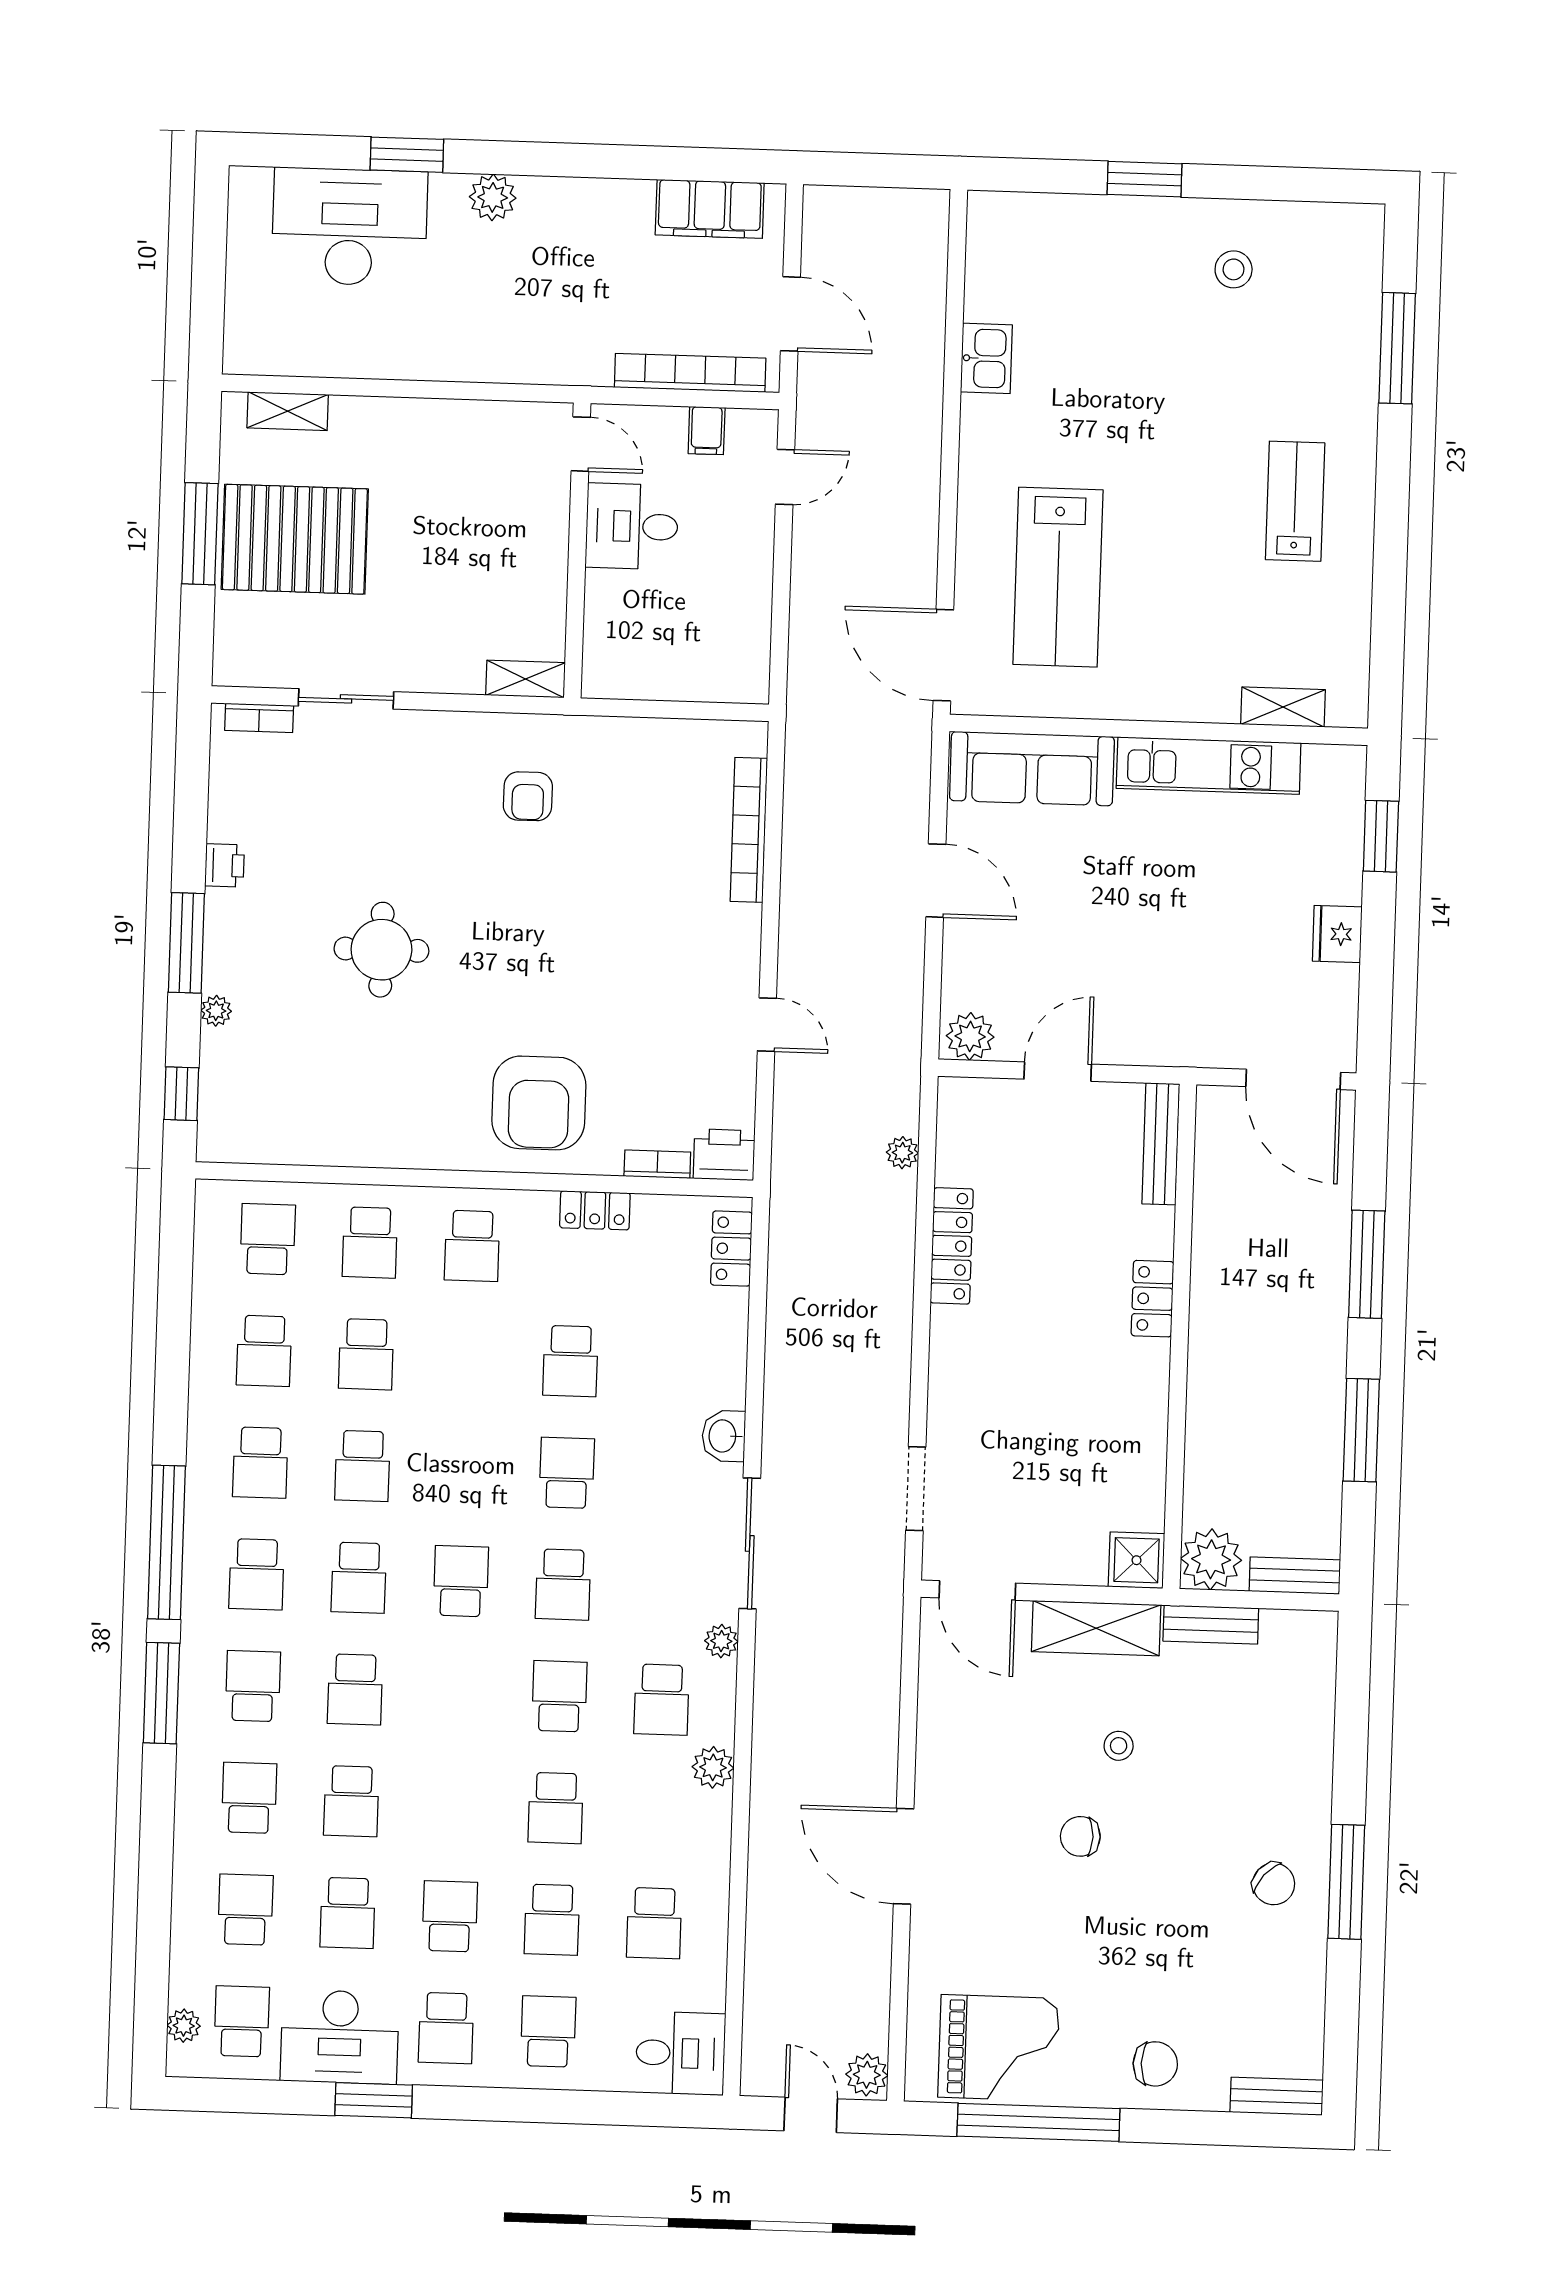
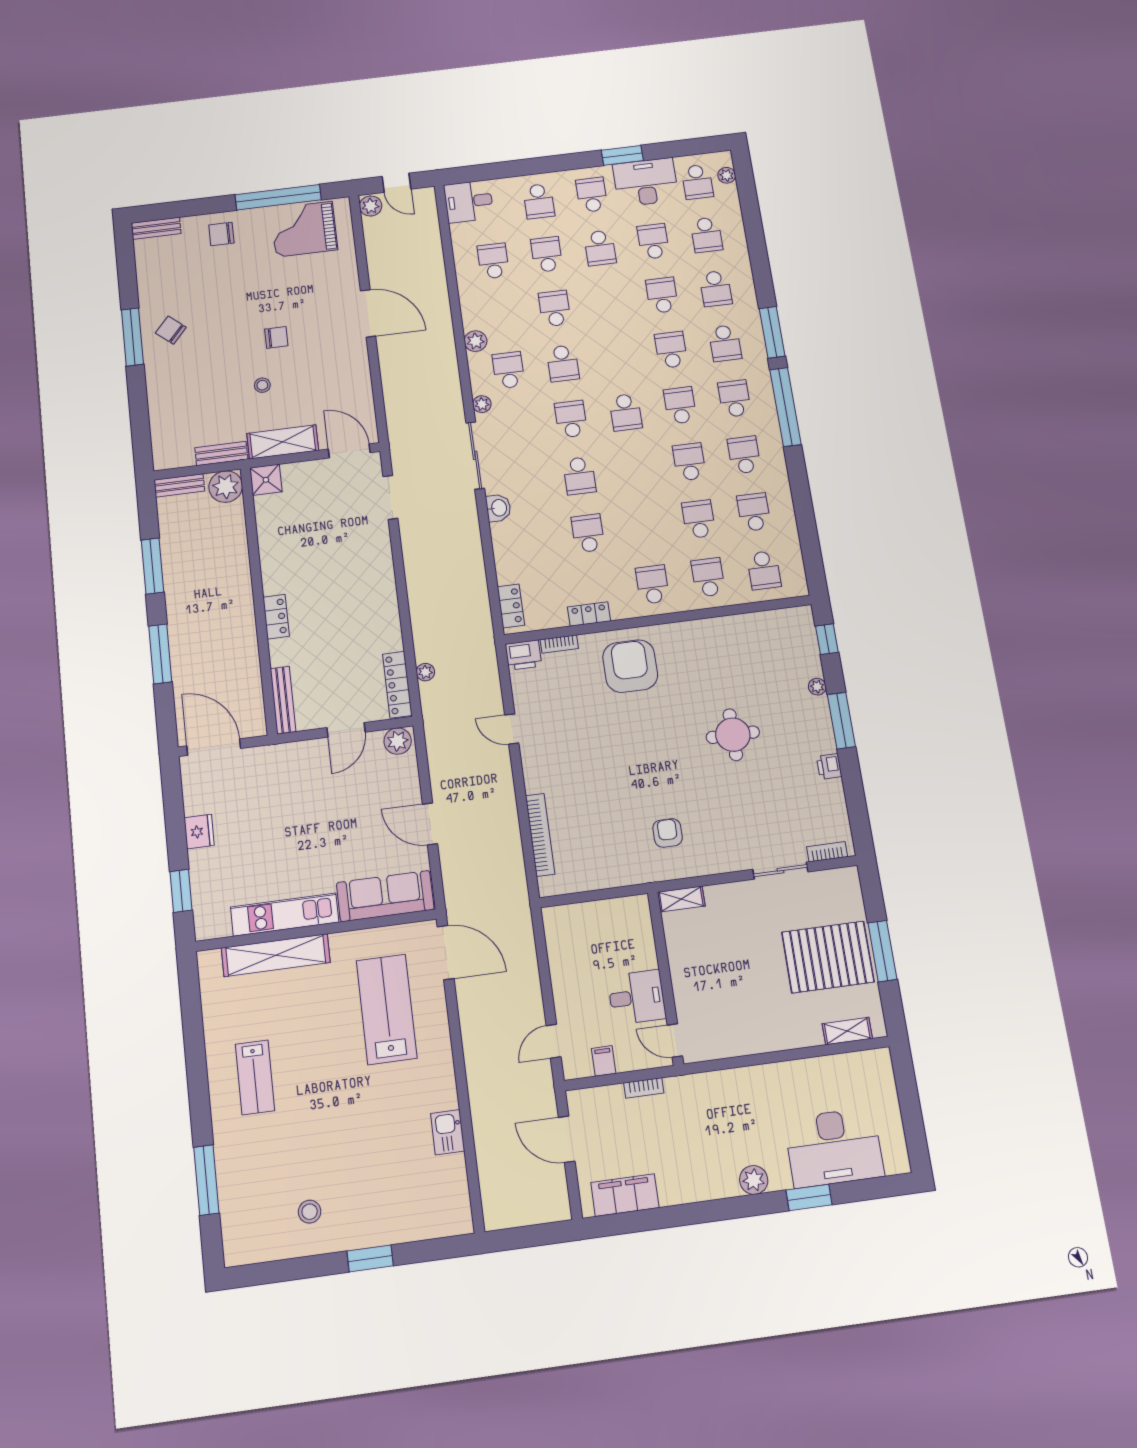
bookcase: (690, 373) -> (644, 1088), width x0.43, depth x0.76
shelving: (1283, 707) -> (276, 955), width x2.20, depth x1.33
locker: (952, 1246) -> (397, 685), moved

